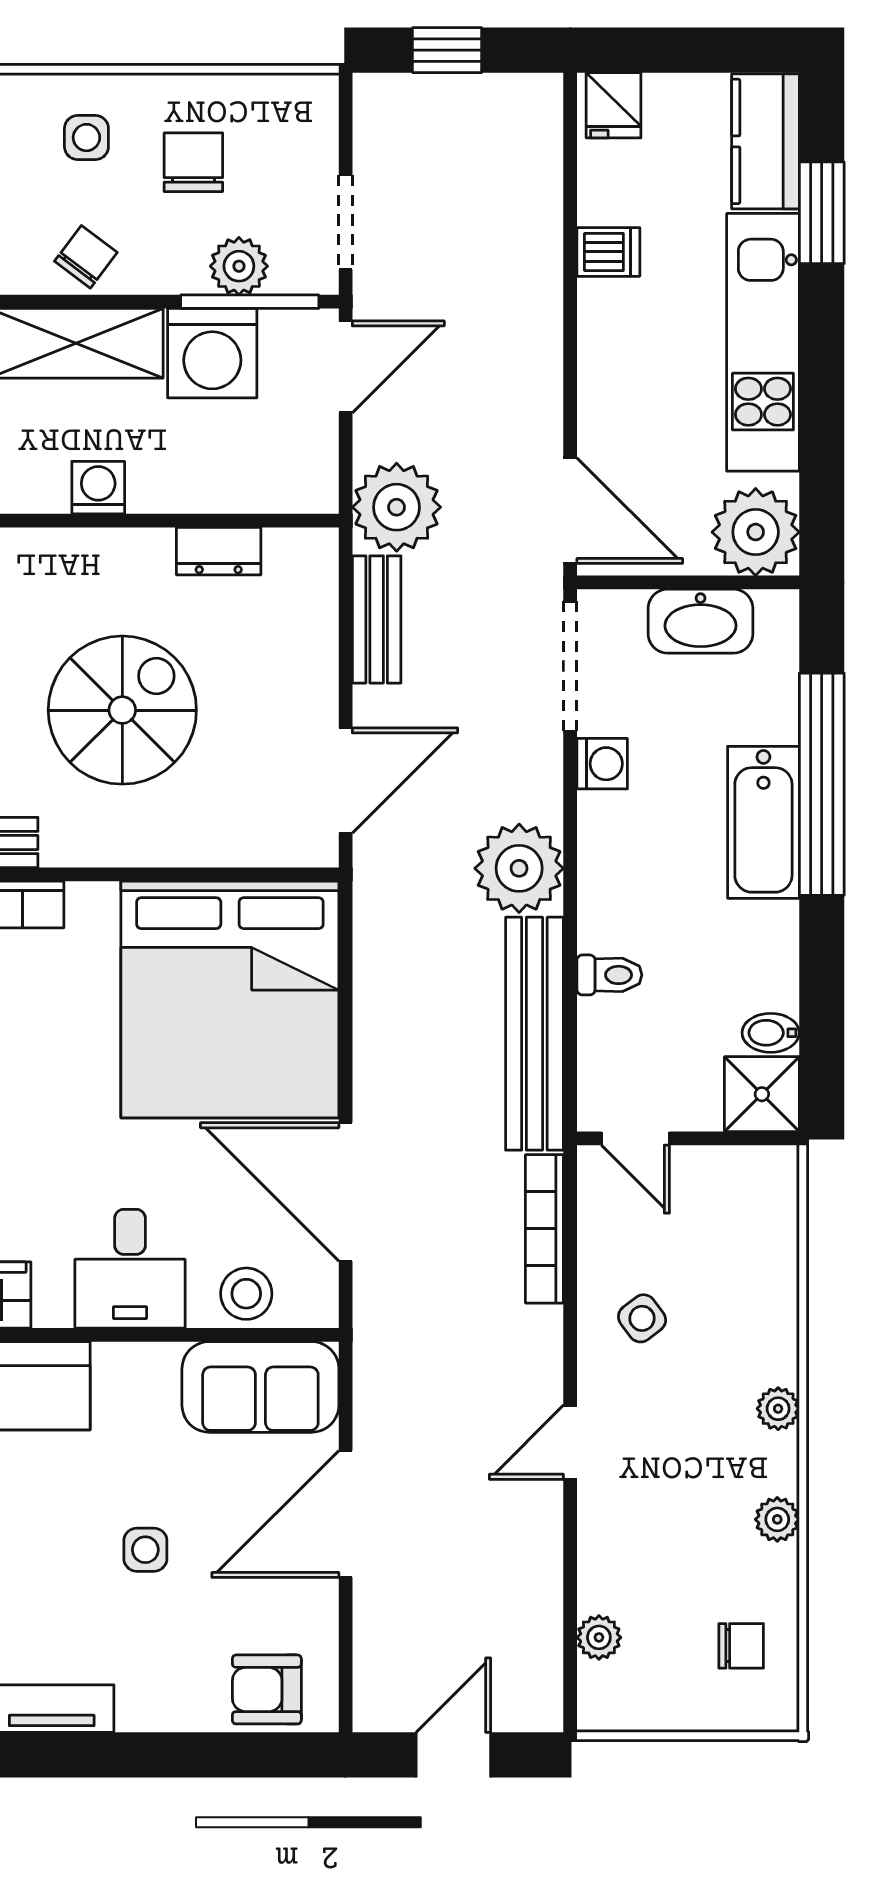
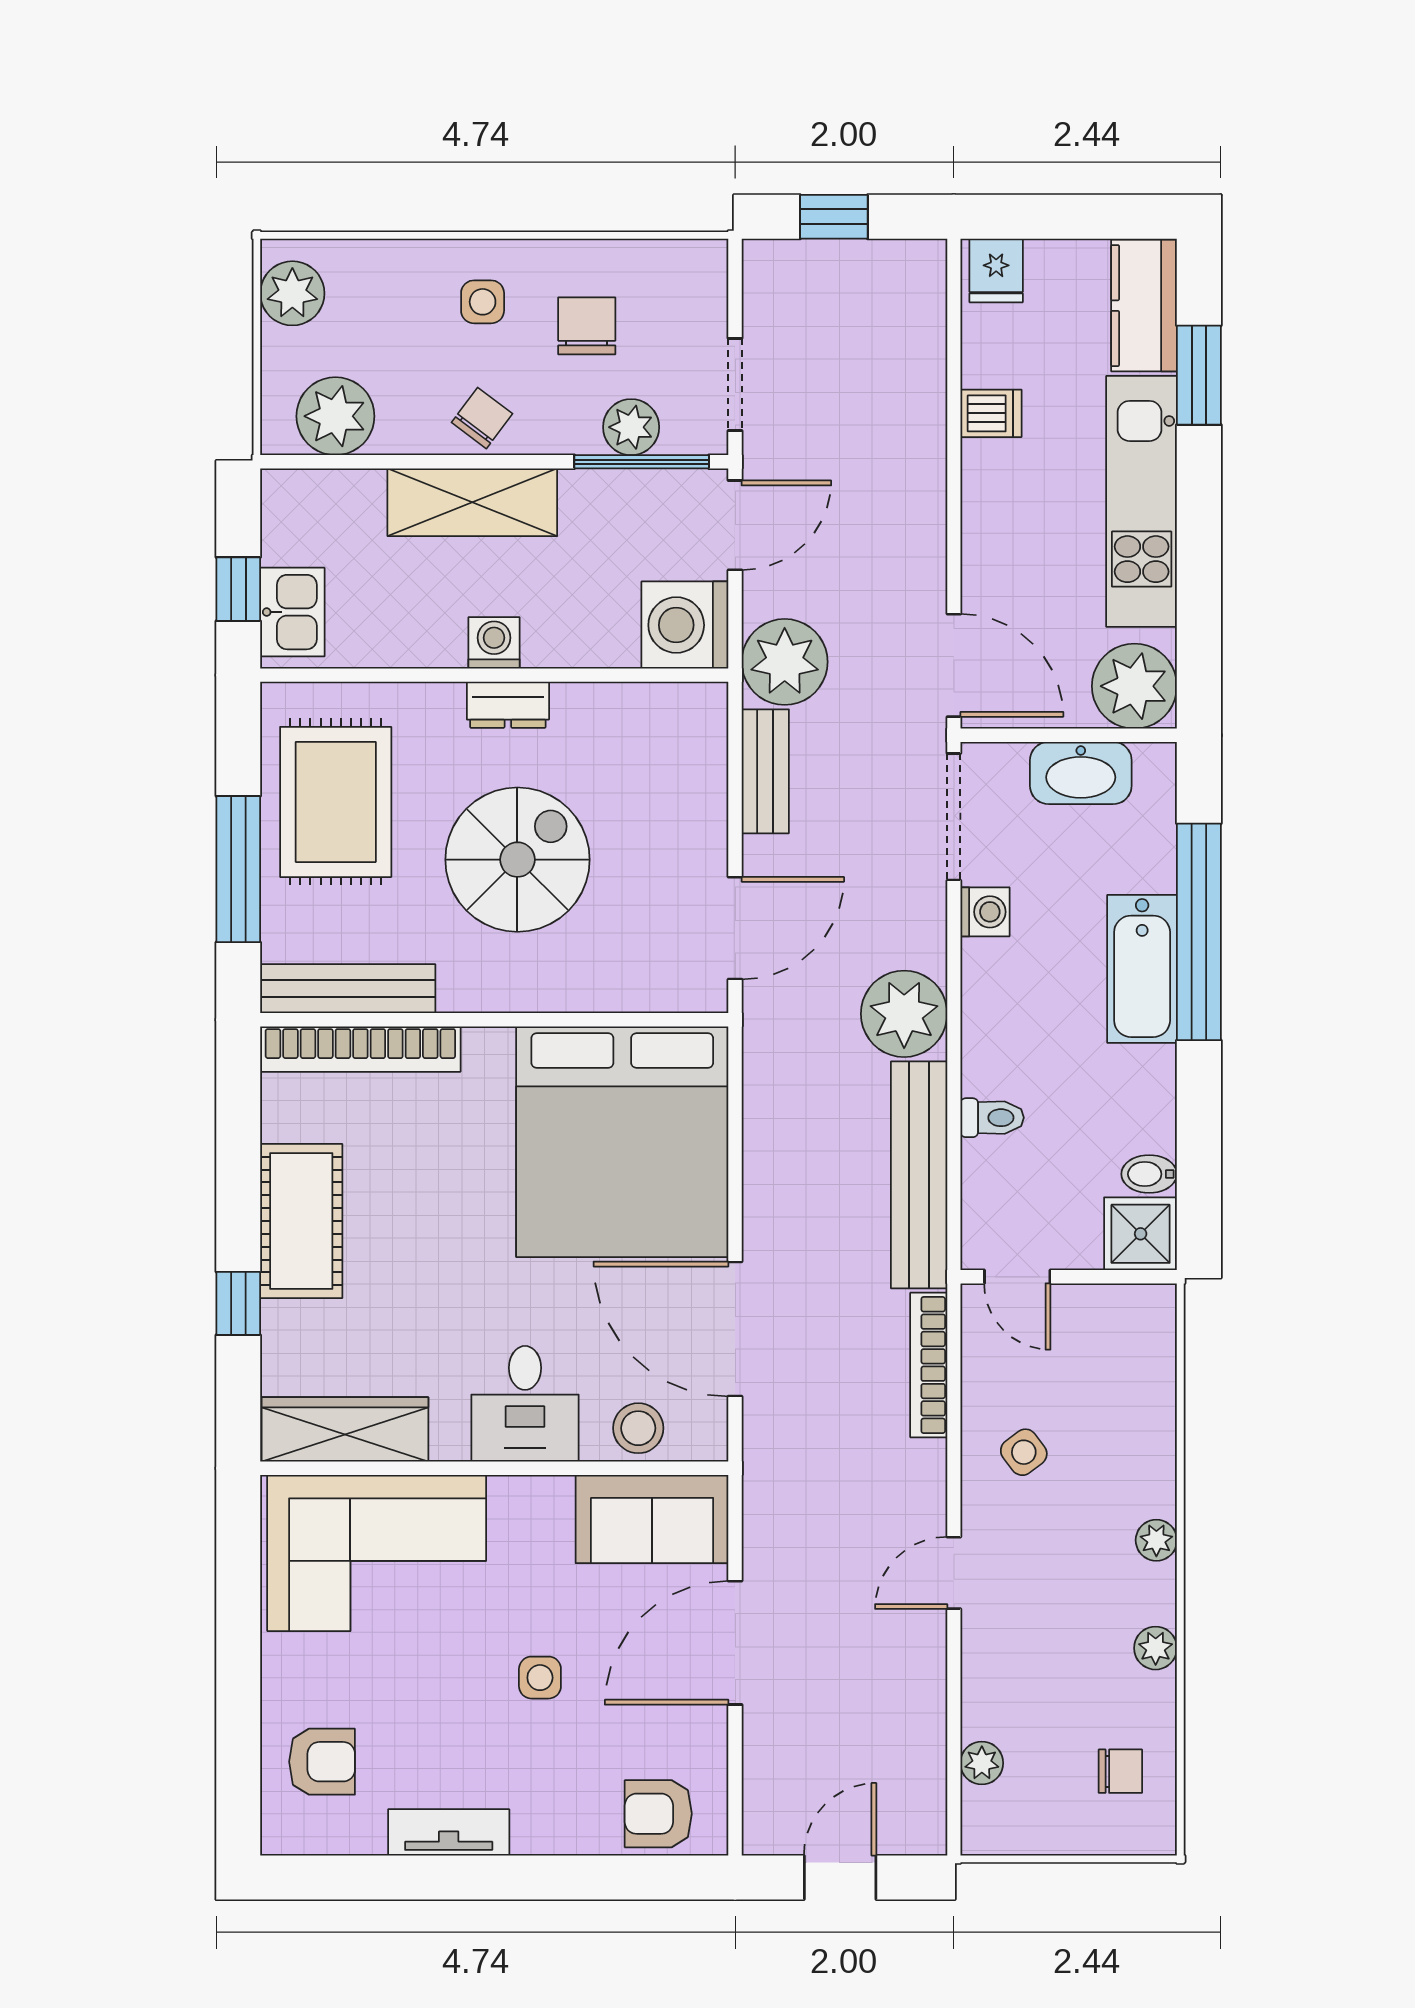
washing machine: (212, 353) -> (685, 625), moved, turned 90
dresser: (219, 551) -> (508, 705), moved

